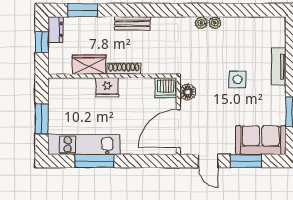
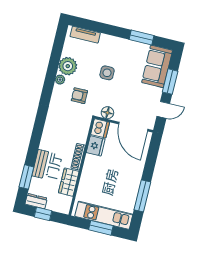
bench: (133, 23) -> (40, 164), moved
plant: (201, 23) -> (68, 66), moved, width x1.88, depth x1.88
armchair: (201, 52) -> (79, 96), added
tv unit: (279, 67) -> (85, 35), moved
fridge: (107, 87) -> (96, 146), moved
kitchen unit: (84, 144) -> (104, 215), moved, turned 90

